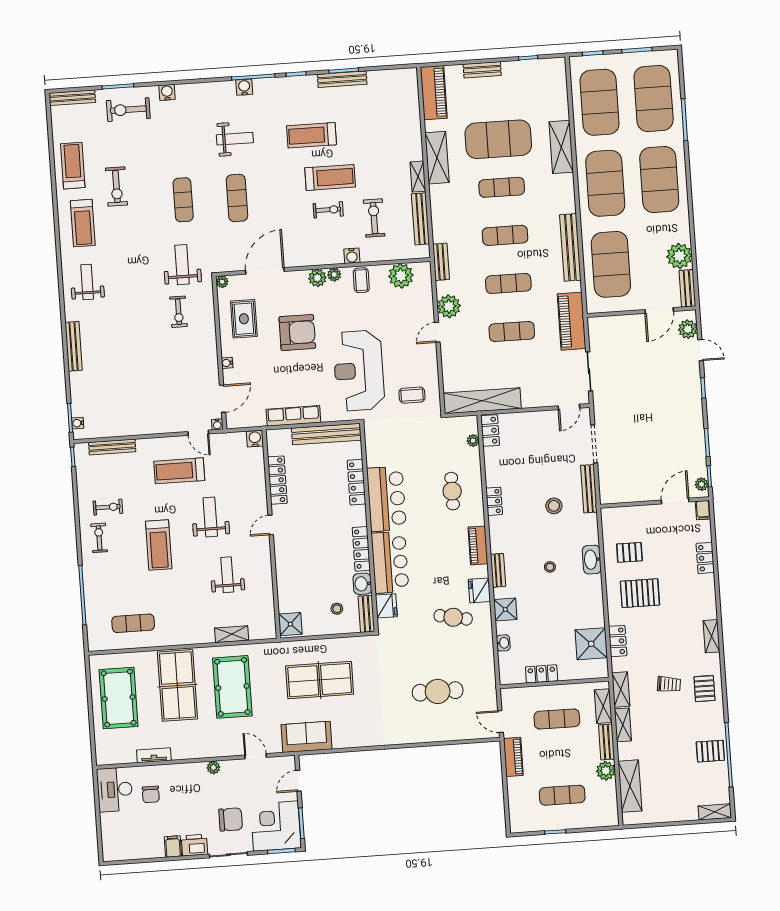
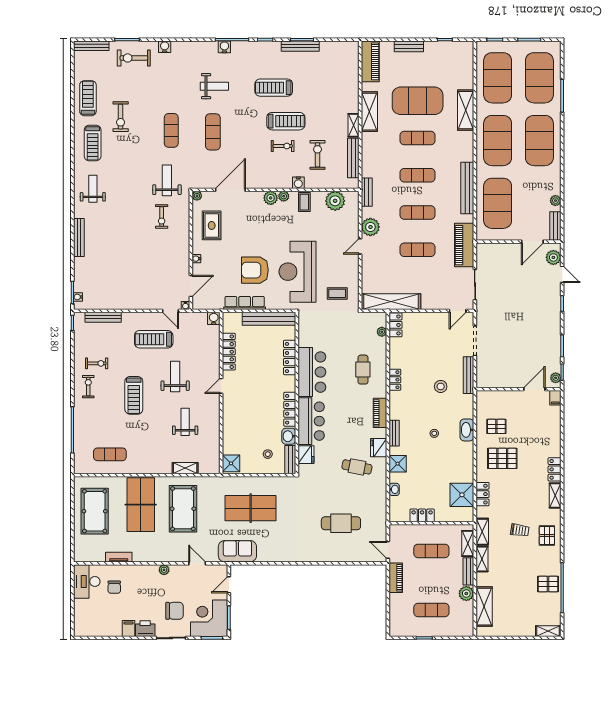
plant: (679, 256) -> (555, 201), width x0.53, depth x0.53
armchair: (297, 333) -> (255, 270), moved, turned 180
locker: (705, 558) -> (555, 469), moved

